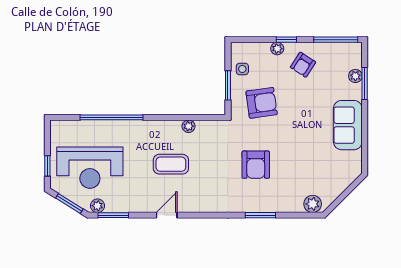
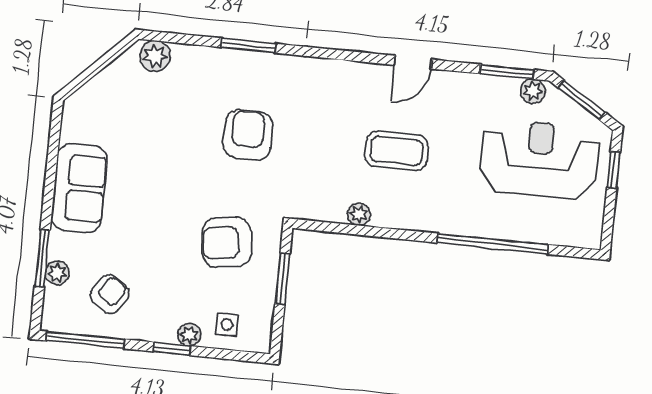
armchair: (303, 65) -> (110, 294), moved
side table: (242, 69) -> (227, 325), moved

